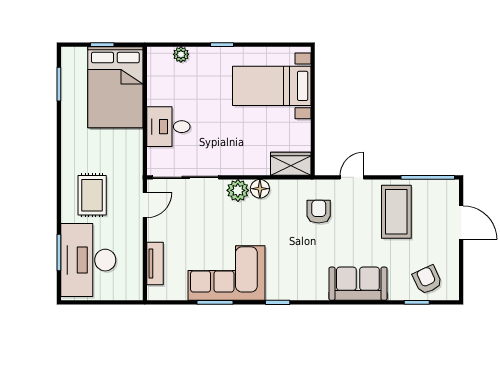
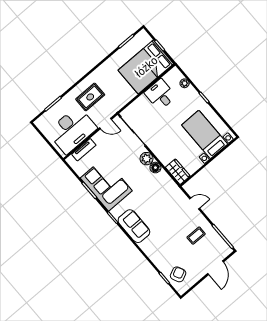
desk: (168, 127) -> (160, 95), moved
armchair: (319, 212) -> (167, 202), removed
coffee table: (396, 212) -> (196, 236), width x0.54, depth x0.58
desk: (88, 260) -> (72, 130), moved, turned 180
sofa: (358, 284) -> (134, 226), moved

